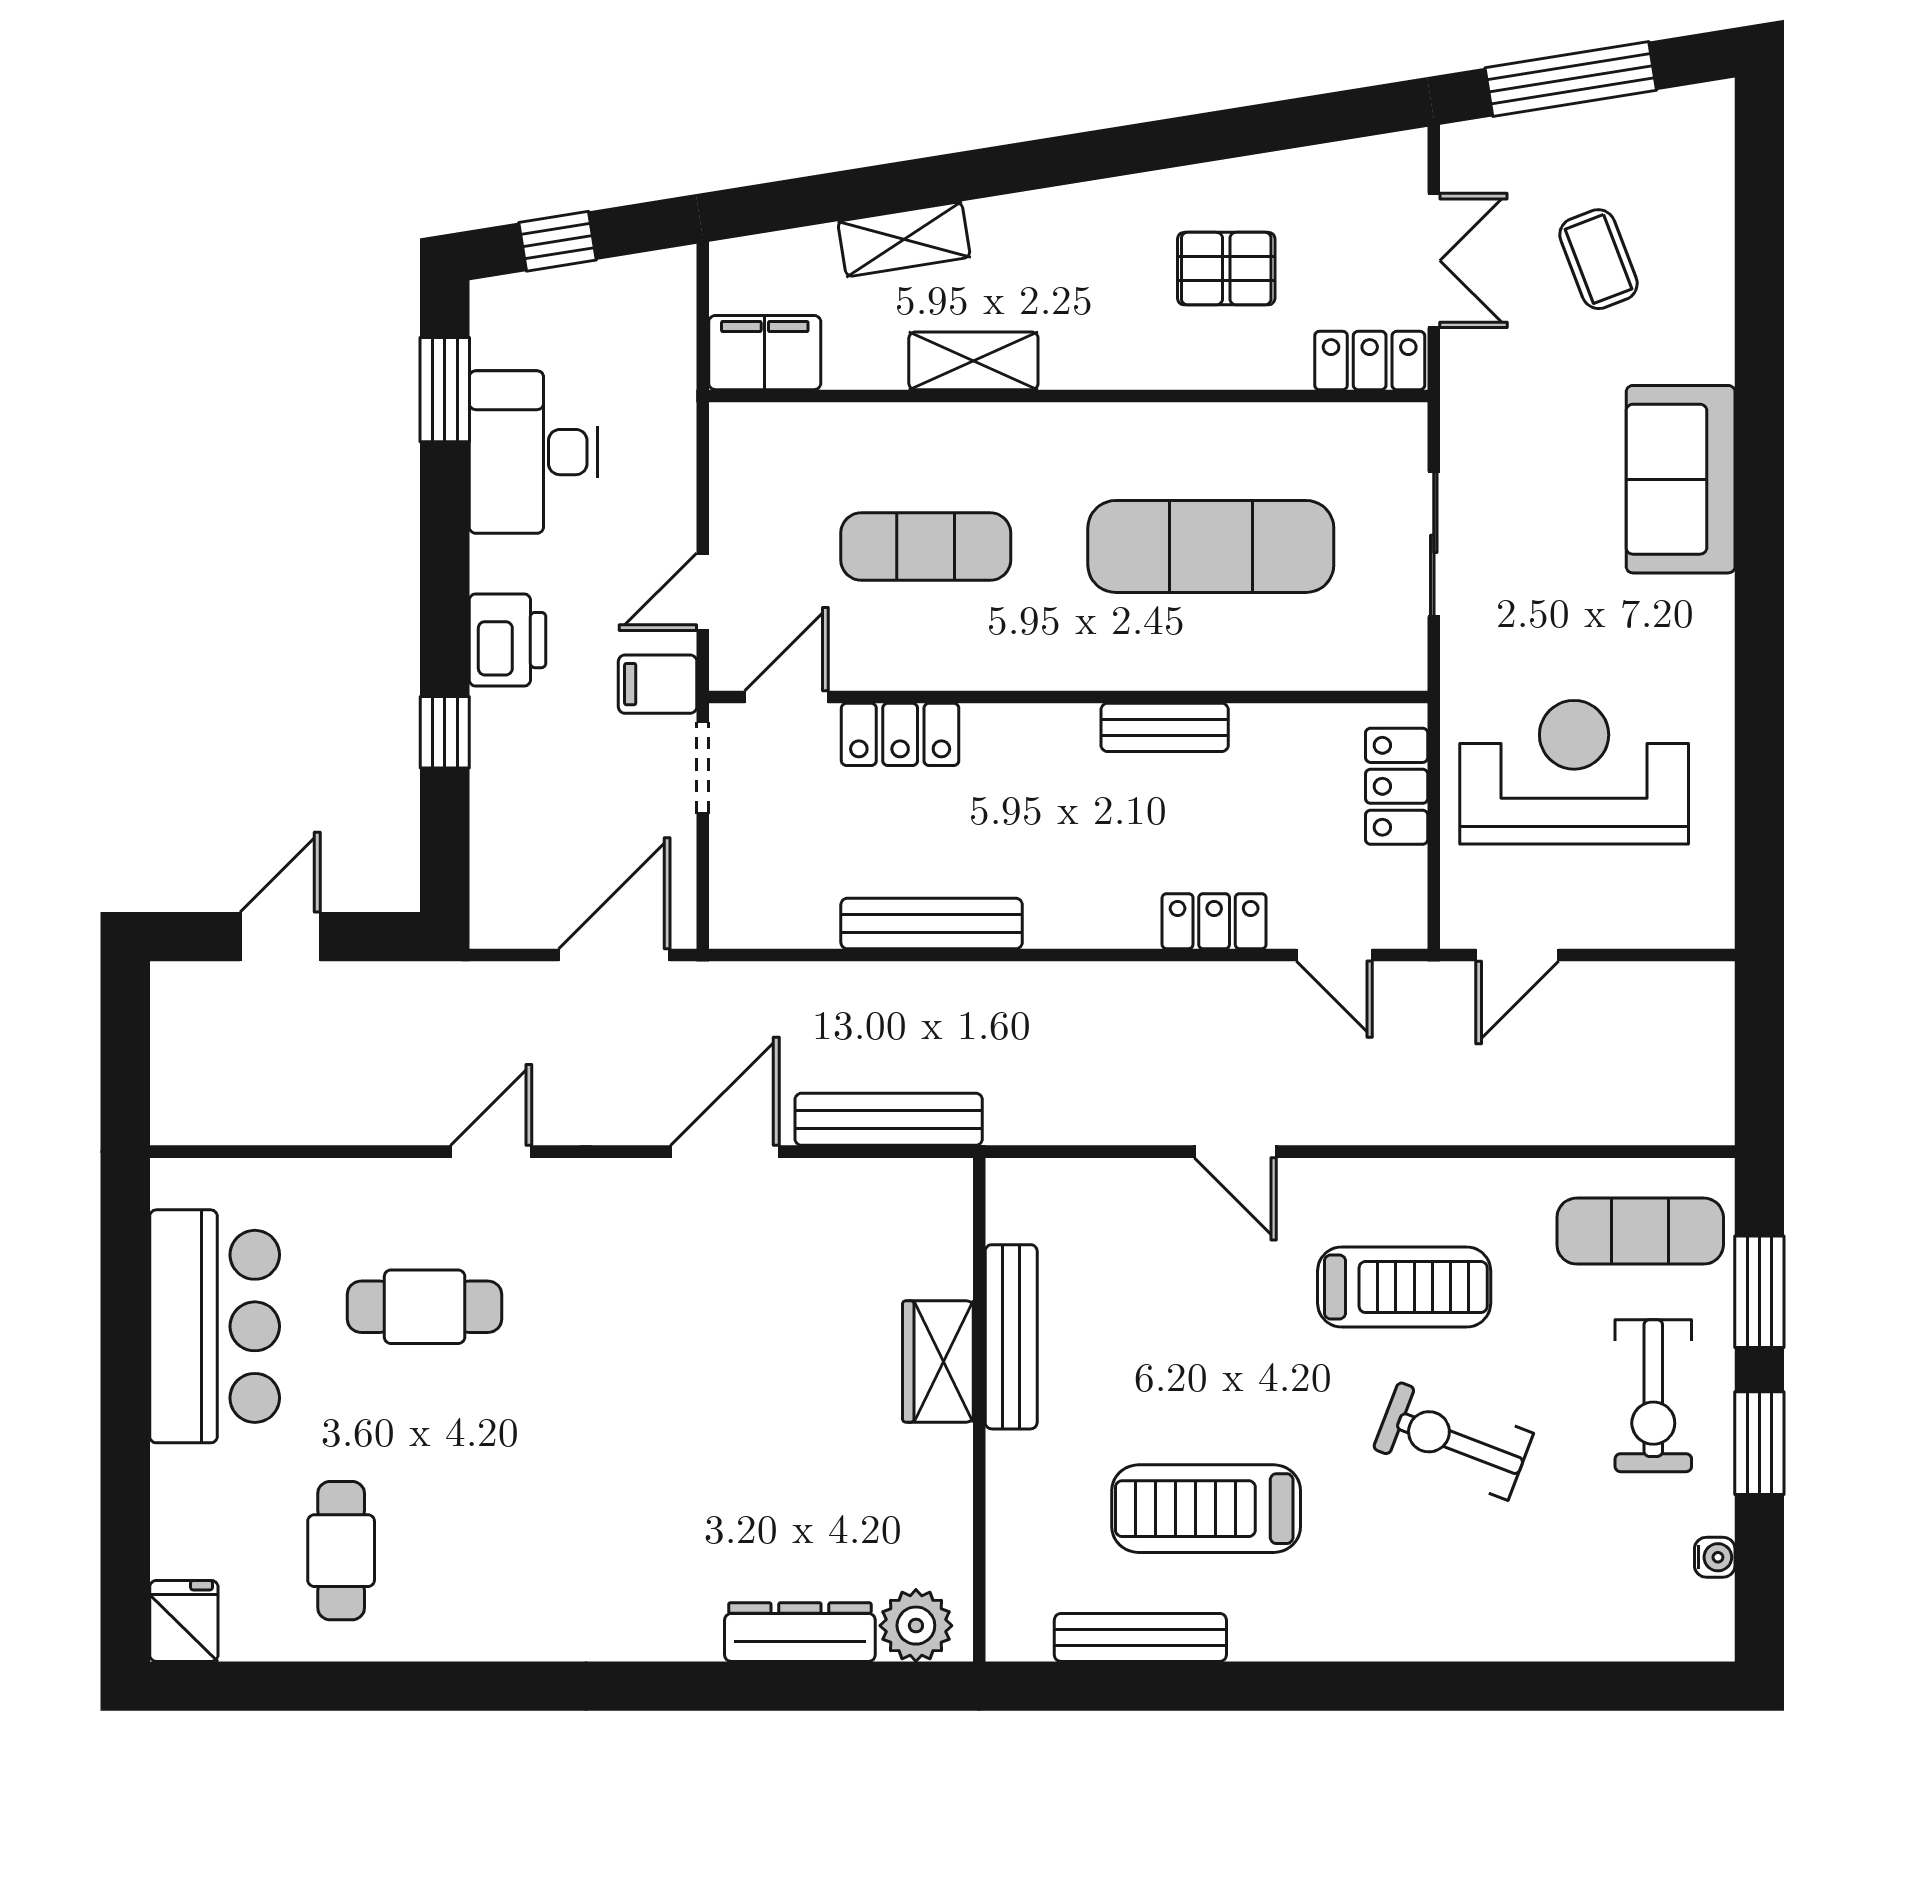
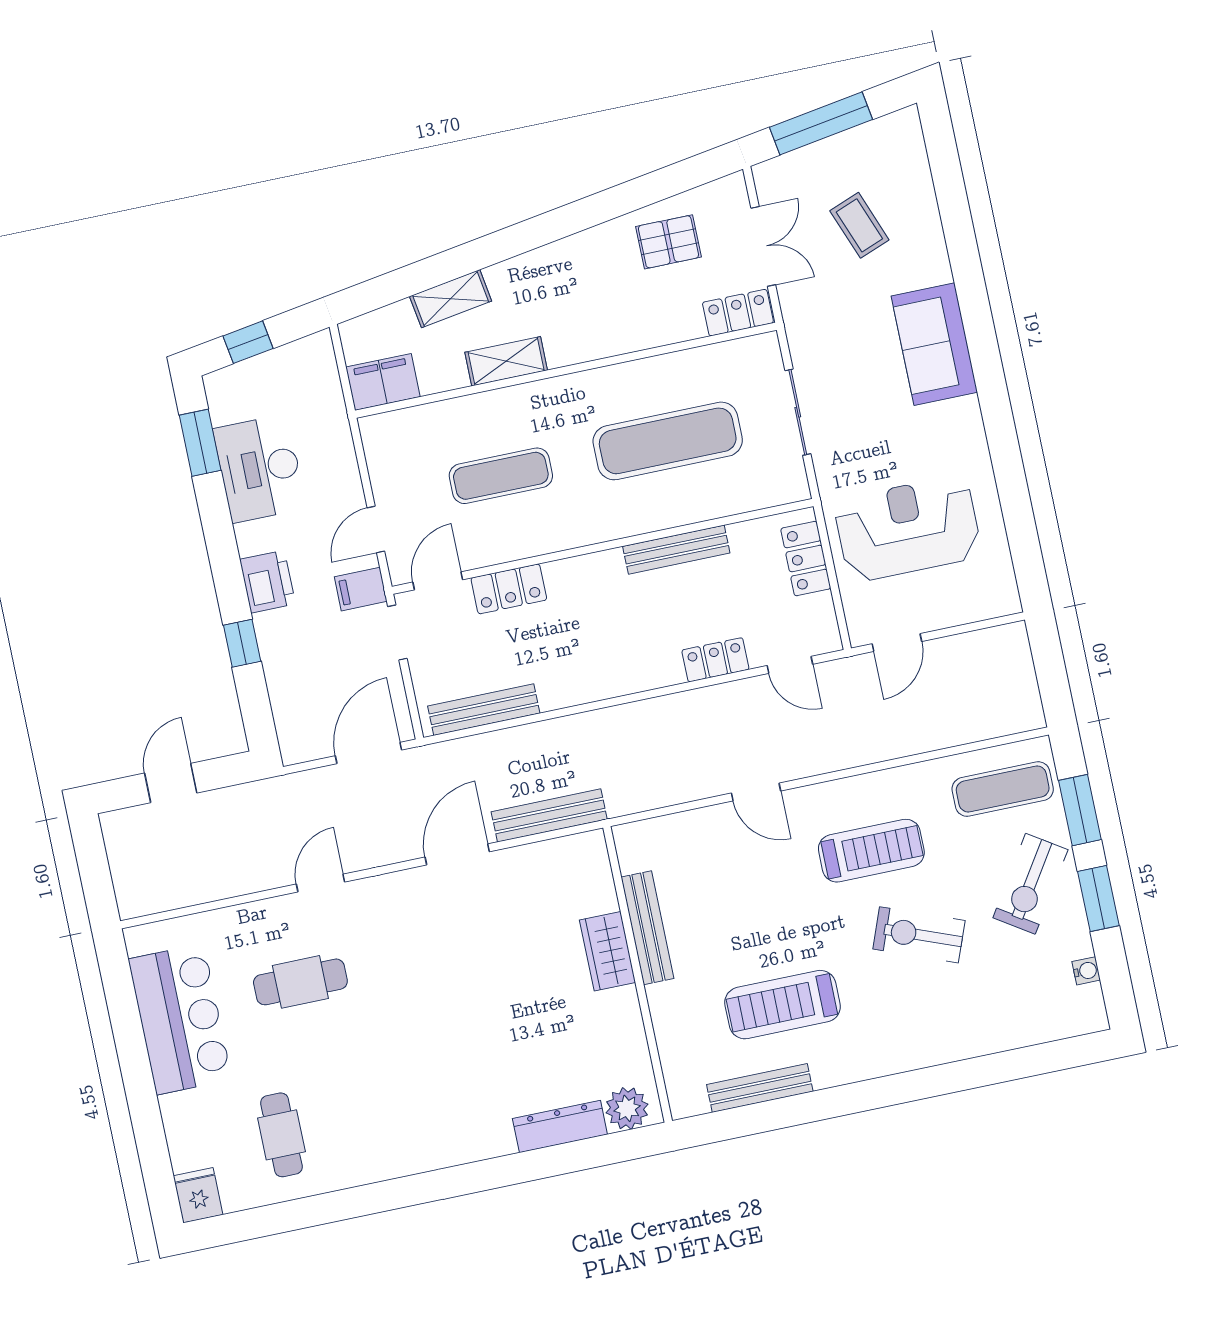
pallet: (1226, 269) -> (668, 242), moved
bench: (1165, 727) -> (676, 550), width x1.36
bench: (932, 924) -> (484, 710), moved
exercise bike: (1653, 1396) -> (1030, 884), turned 33

